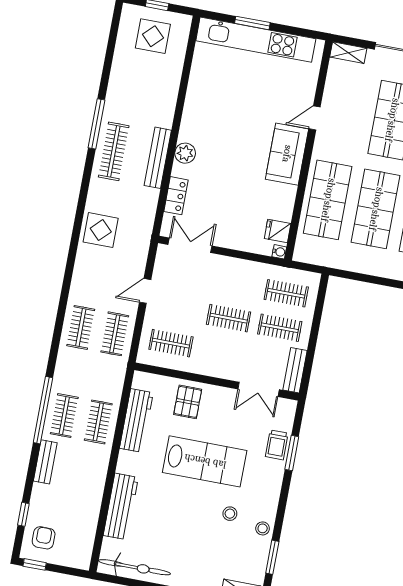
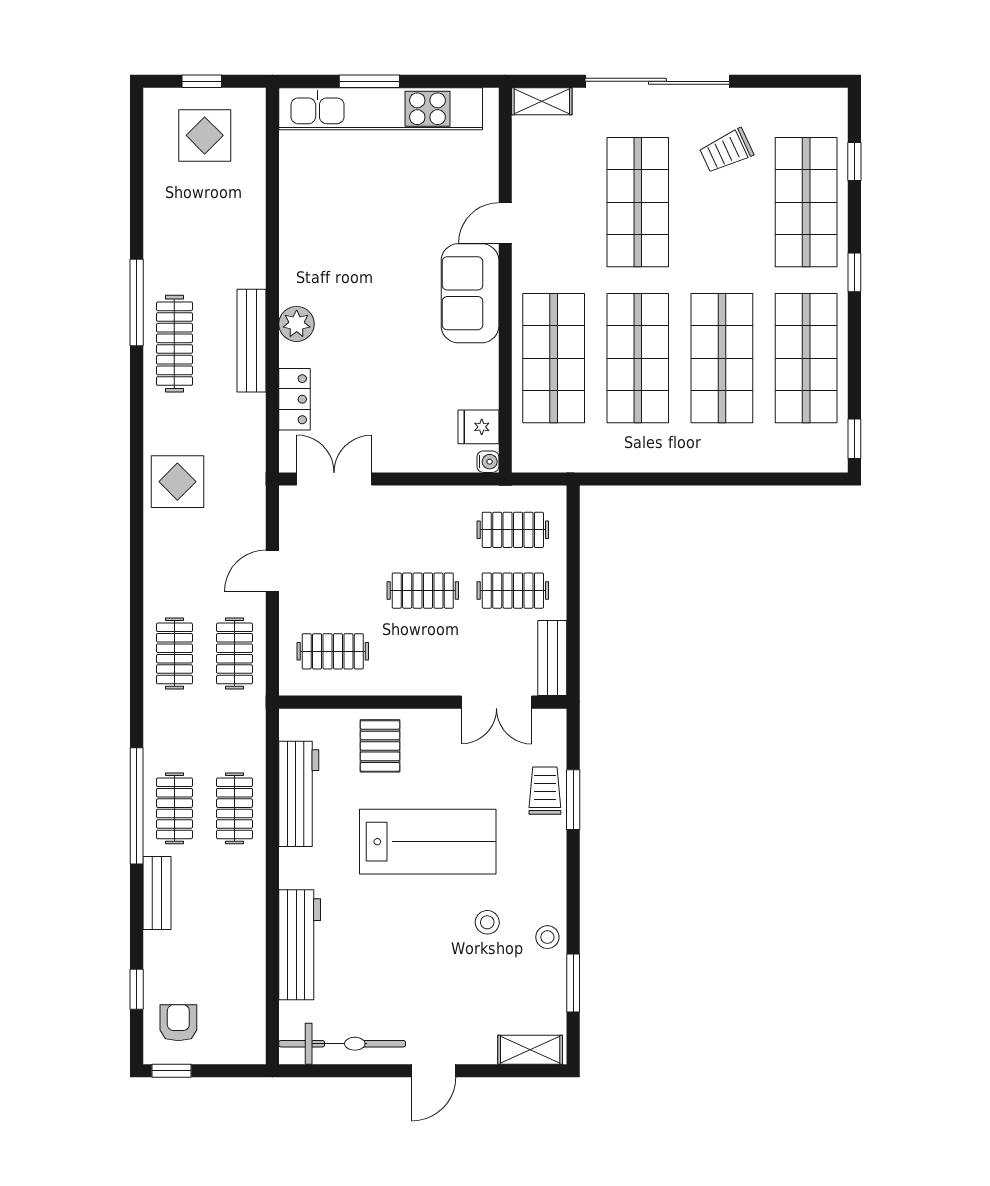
trolley: (277, 445) -> (545, 791), turned 180

